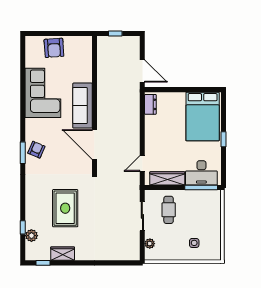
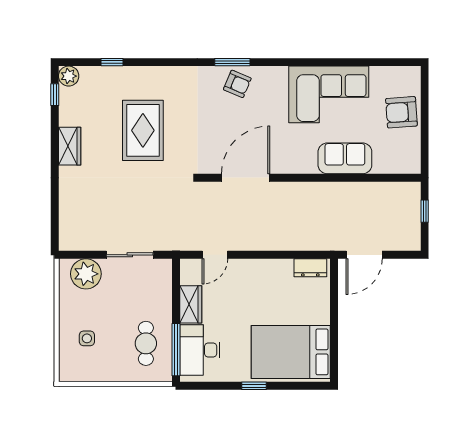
sofa: (83, 106) -> (345, 158), moved, width x0.73
door: (142, 164) -> (215, 255), swing flipped
wardrobe: (167, 178) -> (191, 304), width x0.67
rug: (65, 208) -> (143, 130), turned 90
cafe table: (169, 210) -> (146, 343), moved, turned 90
plant: (31, 236) -> (69, 76), moved
plant: (150, 244) -> (86, 274), width x1.88, depth x1.88
wardrobe: (63, 254) -> (70, 146), moved

